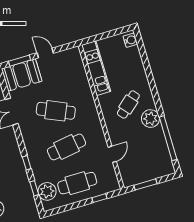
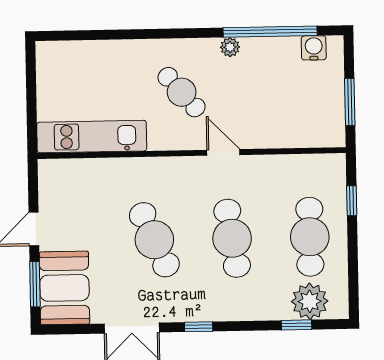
water cooler: (130, 40) -> (314, 48), moved
cafe table: (56, 111) -> (154, 240), turned -48
plant: (150, 119) -> (230, 47), width x0.53, depth x0.53
door: (112, 154) -> (223, 152), moved
window: (27, 163) -> (199, 327), moved

